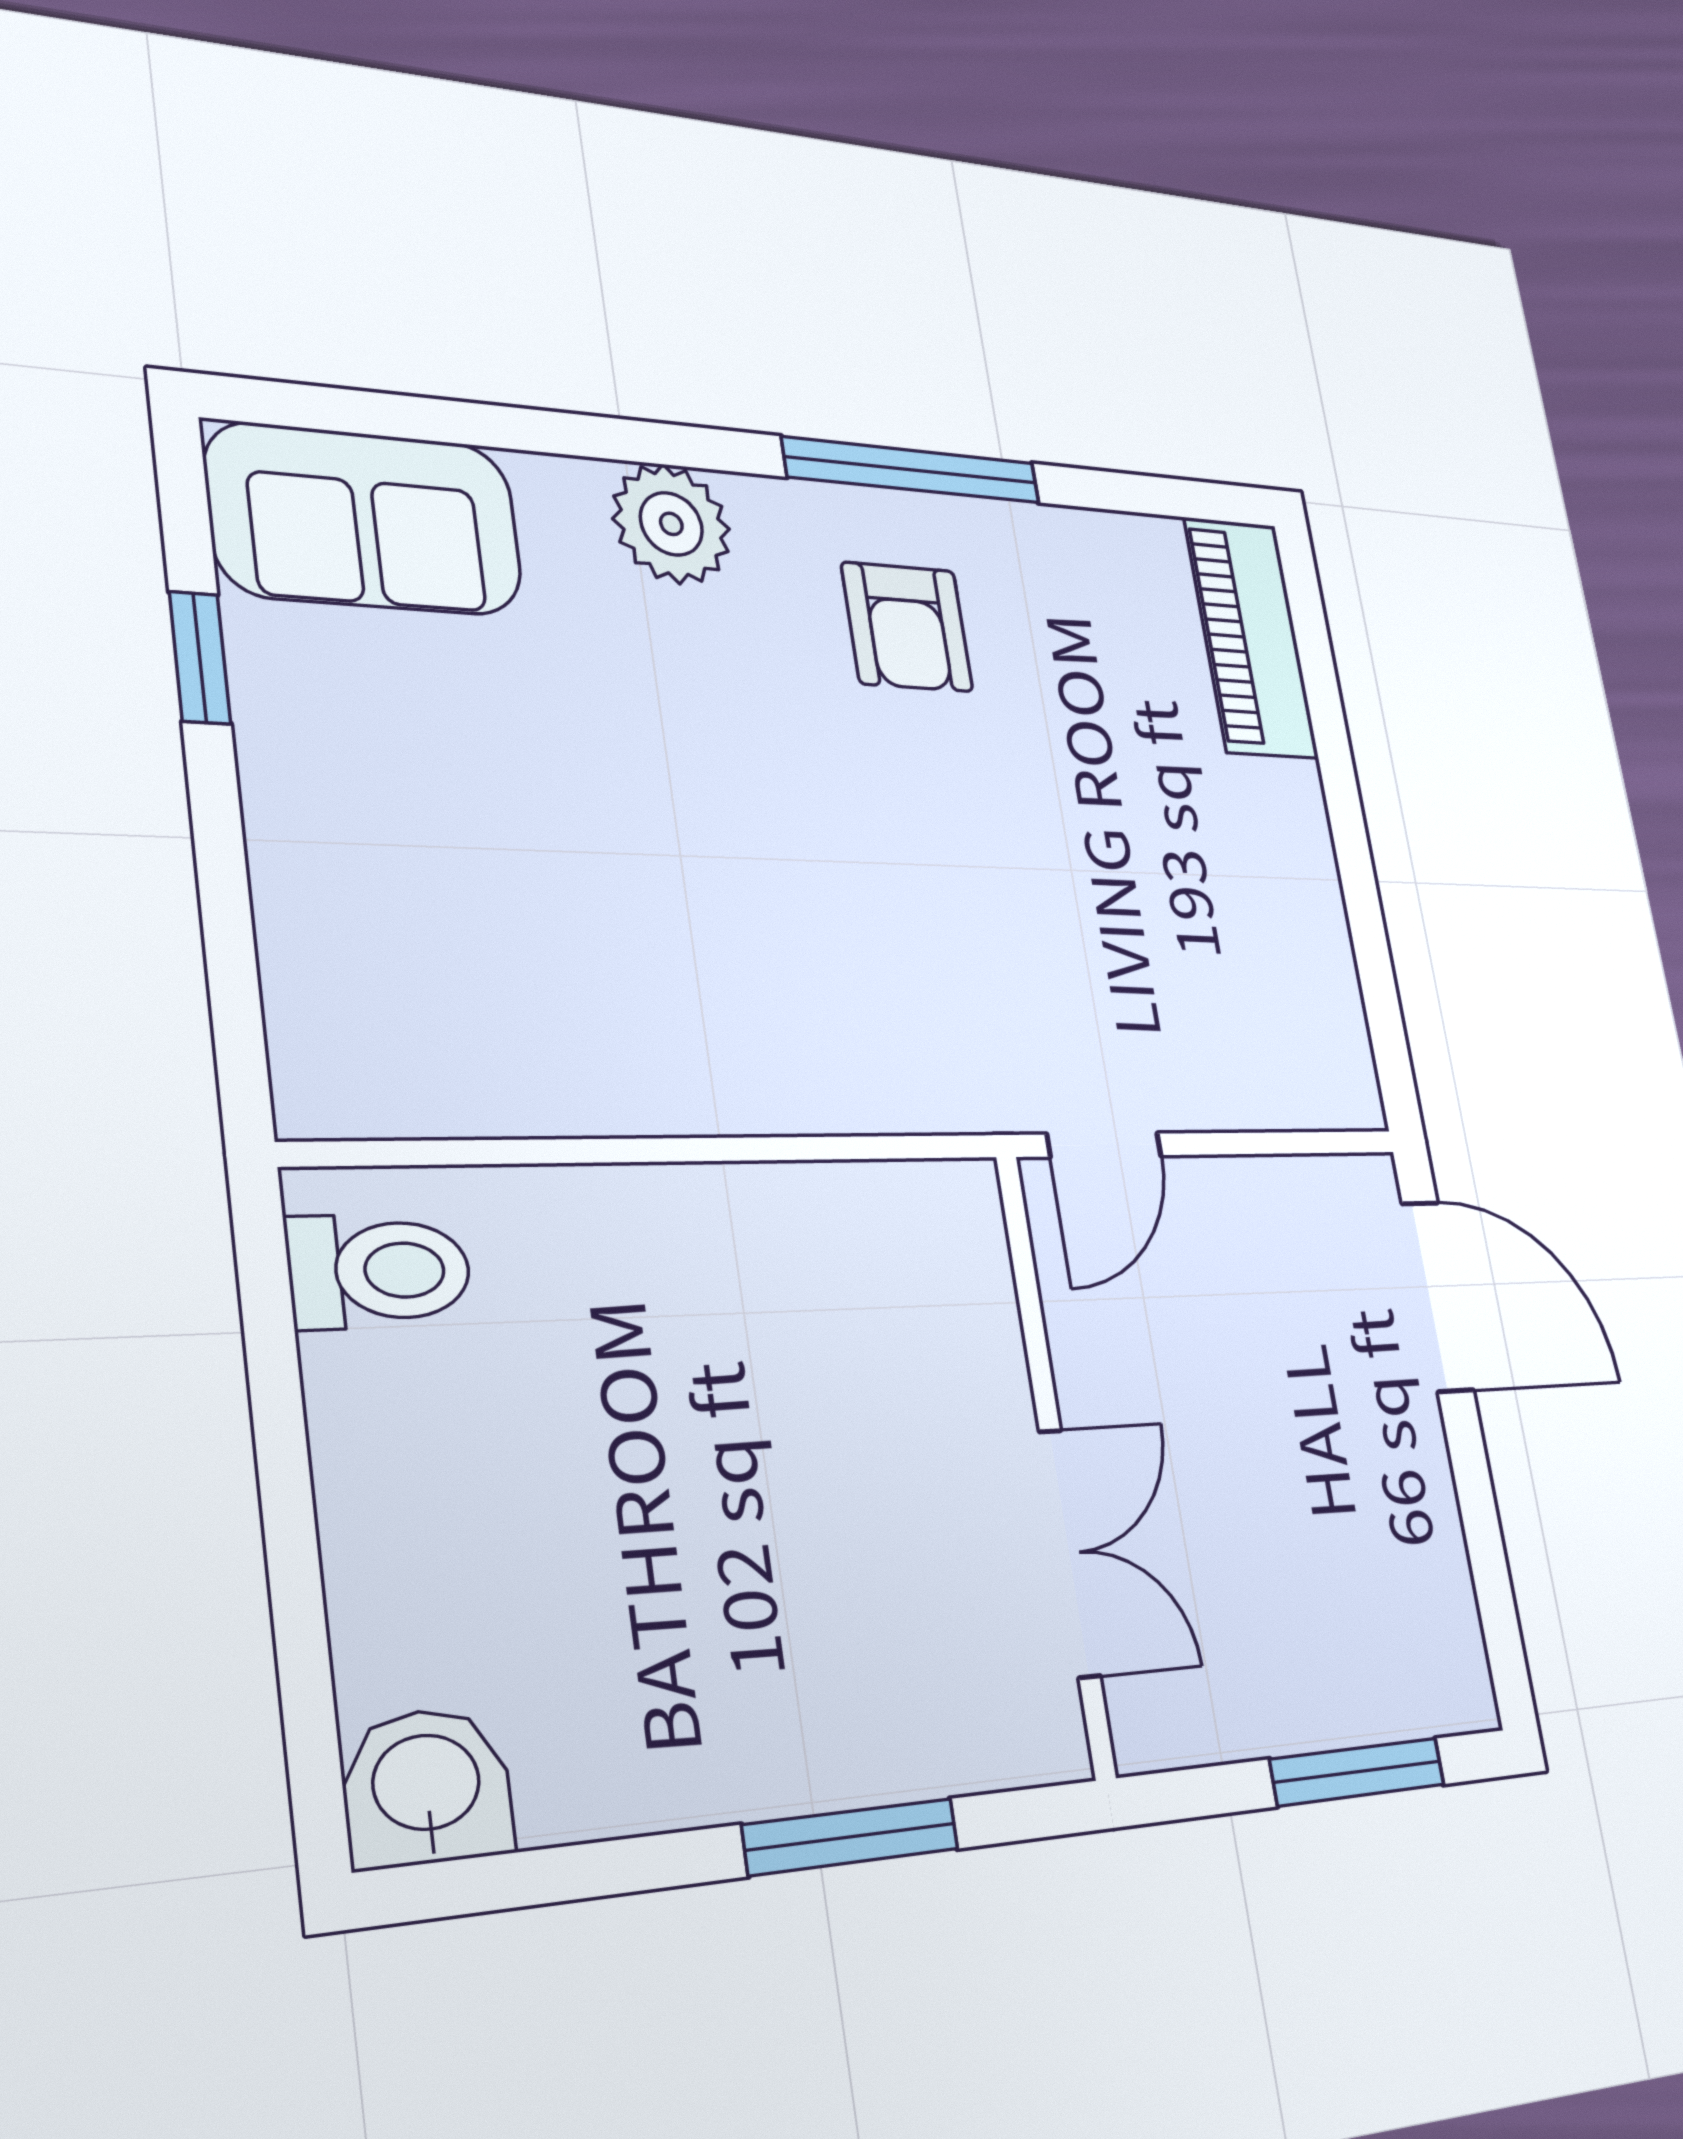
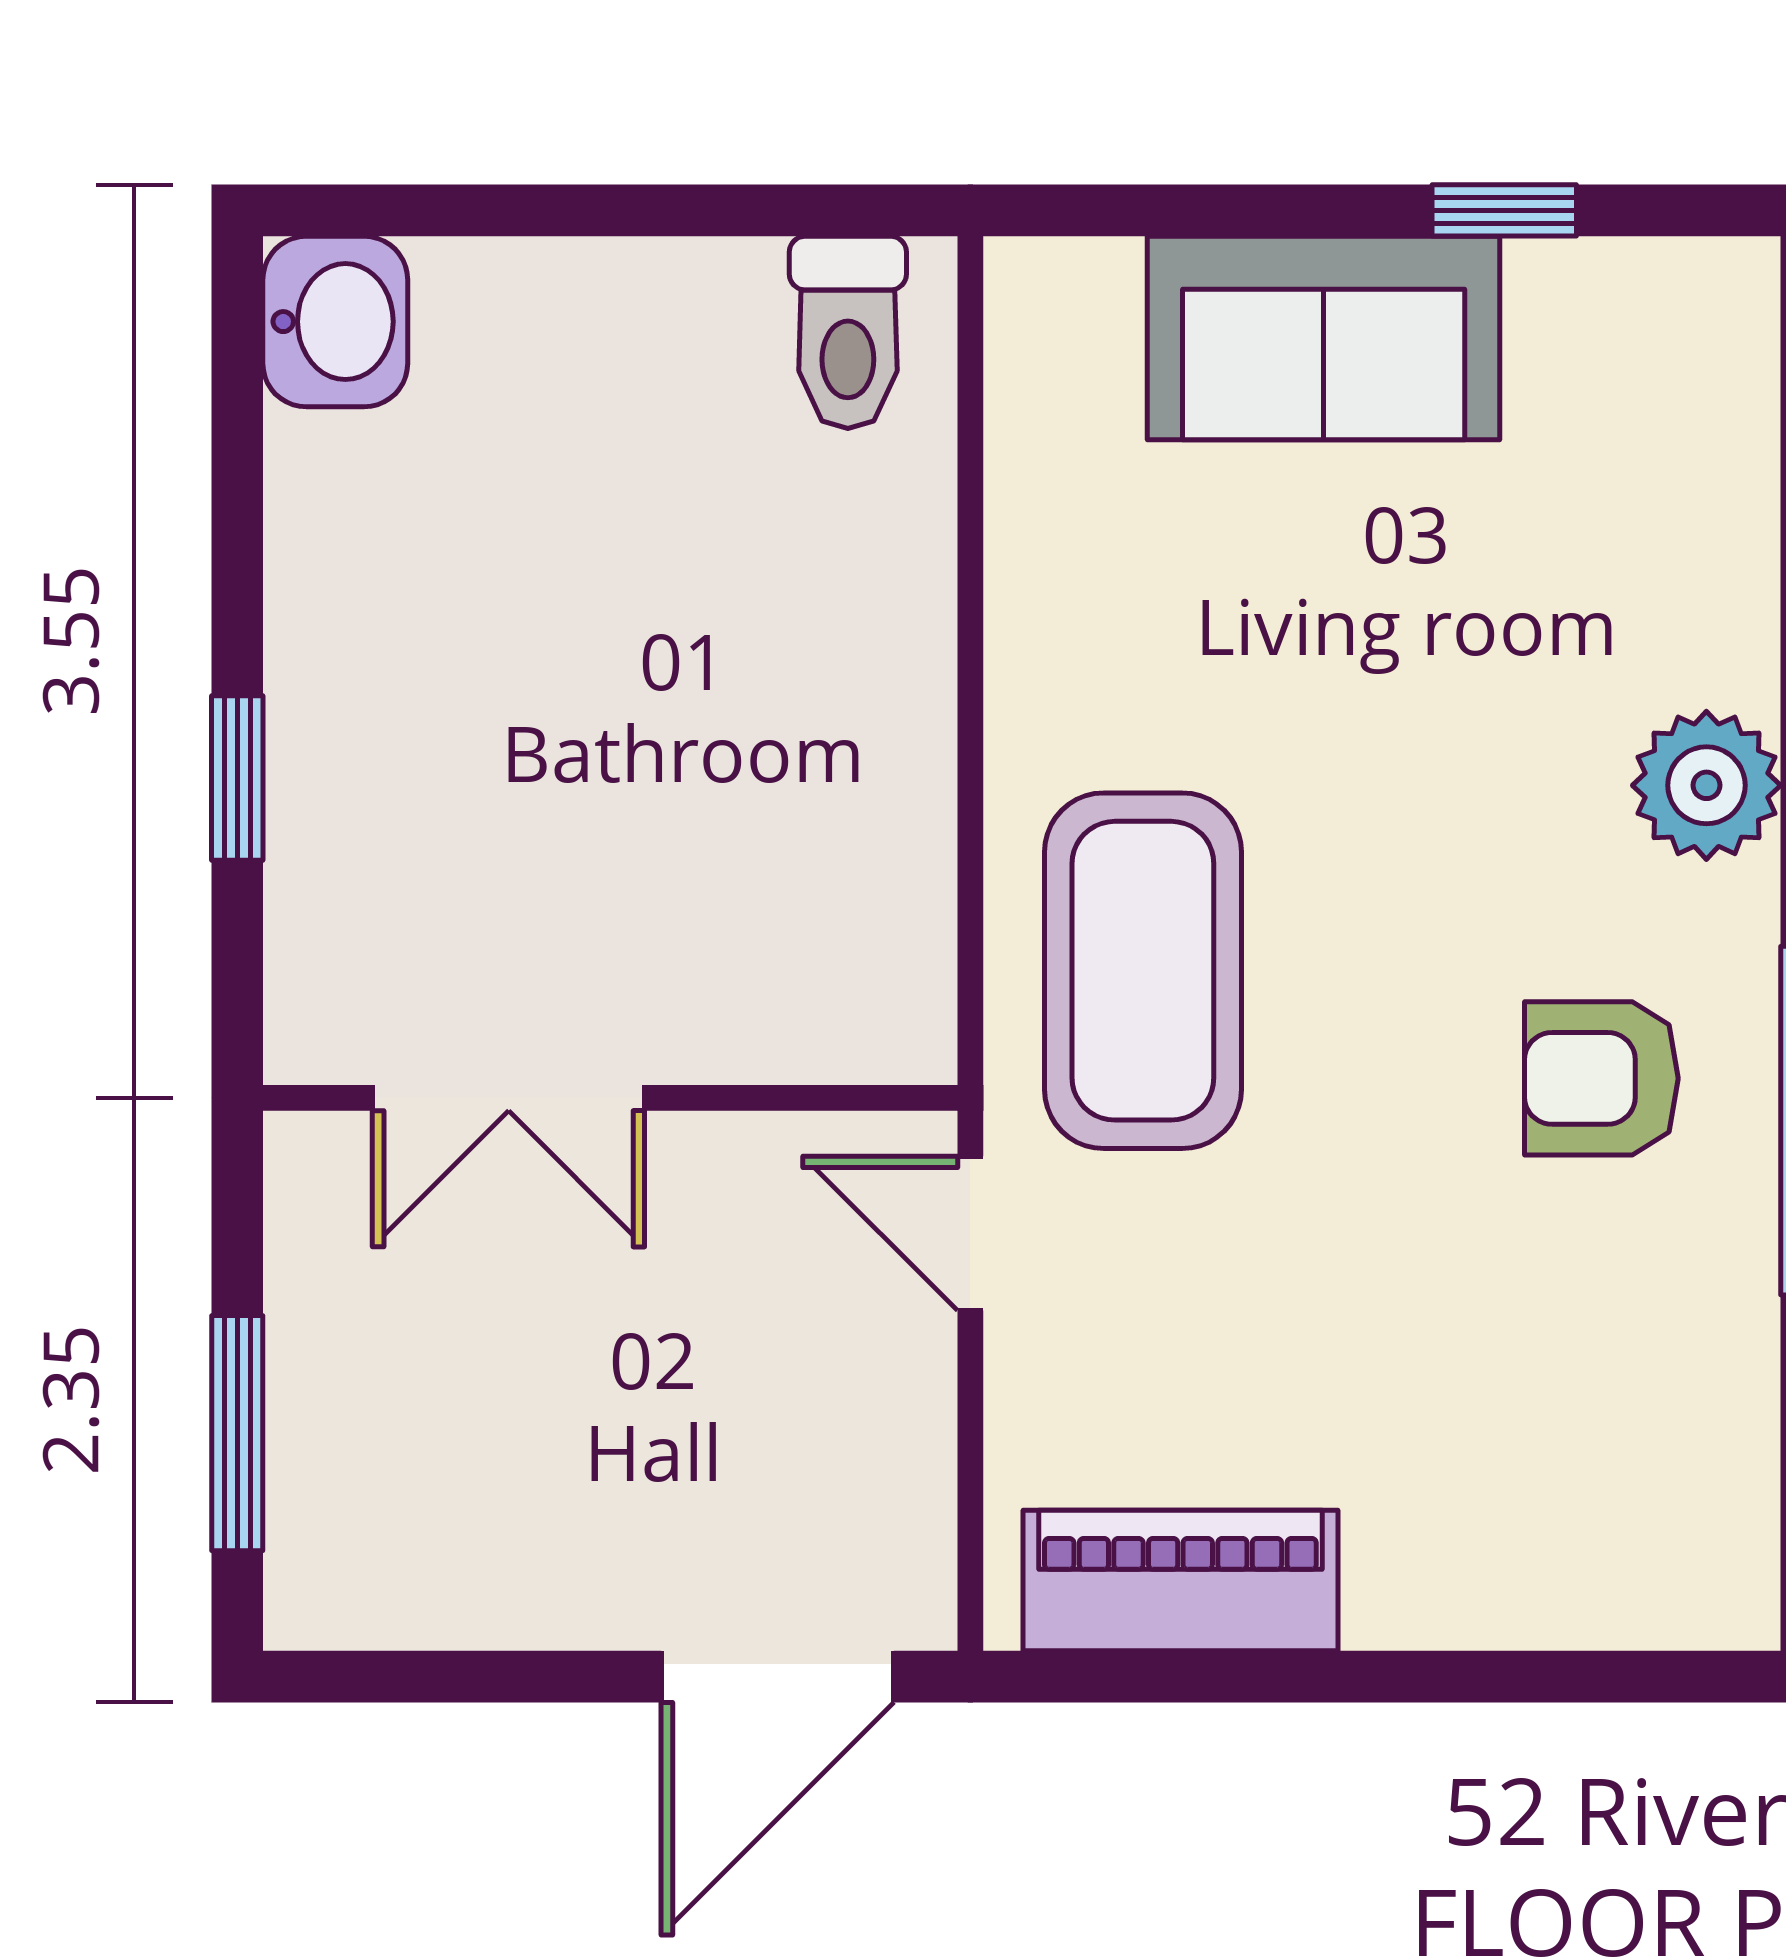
sofa: (365, 519) -> (1324, 338), moved, turned -90
piano: (1251, 638) -> (1180, 1581), moved
coffee table: (885, 999) -> (1143, 971), added
window: (851, 1837) -> (237, 778), width x0.67

